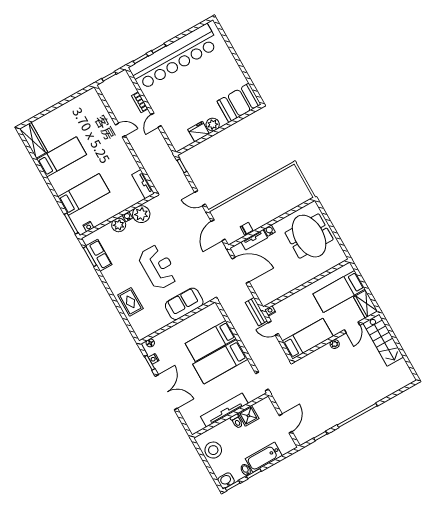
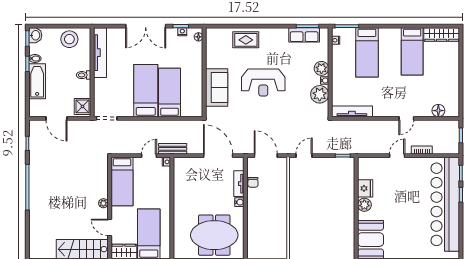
floor lamp: (99, 107) -> (438, 111), added
door: (156, 120) -> (397, 156), hinge flipped
tv unit: (143, 184) -> (352, 111), width x1.41
door: (241, 270) -> (218, 156), swing flipped
tv unit: (224, 410) -> (100, 53), moved
shower: (248, 416) -> (83, 106), moved

